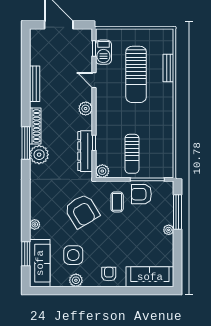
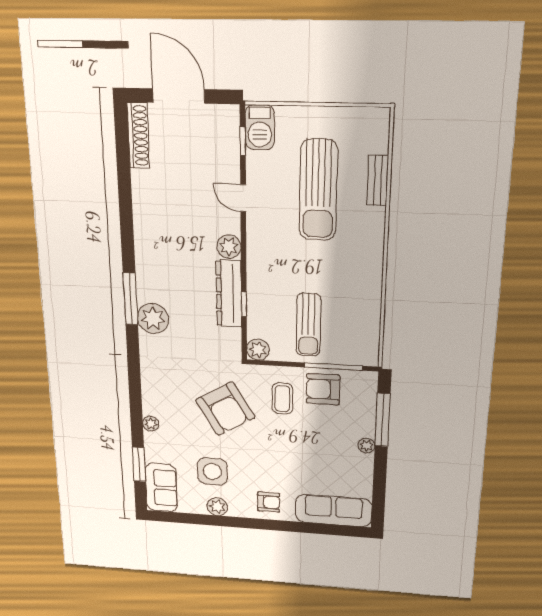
barbecue: (103, 52) -> (260, 127), moved
bench: (35, 84) -> (140, 201), removed
shoe rack: (35, 126) -> (138, 136), moved
dresser: (85, 151) -> (229, 294), moved
sofa: (40, 263) -> (161, 488), width x0.73
armchair: (109, 274) -> (269, 502), turned 90

